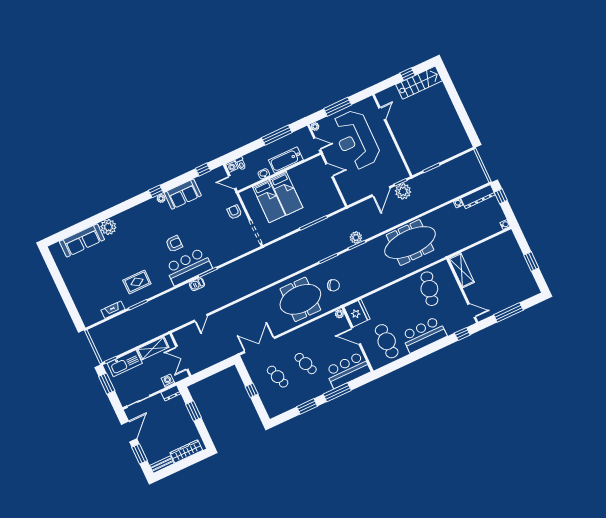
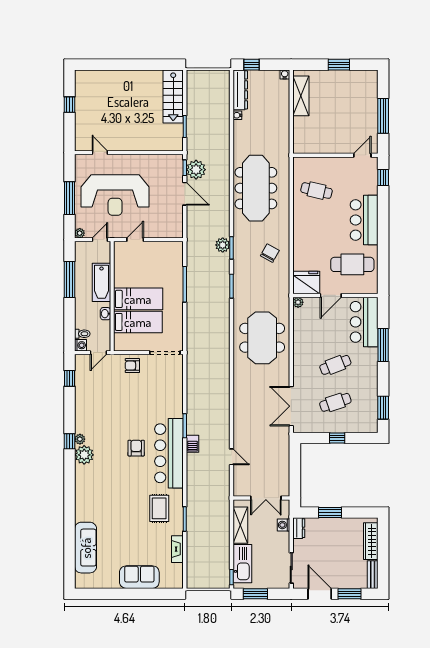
stairs: (419, 83) -> (173, 96), moved, turned 180
sofa: (183, 194) -> (139, 577), moved, turned -90
plant: (108, 227) -> (84, 455), moved
bar counter: (189, 267) -> (169, 453), width x1.36
shelving: (462, 270) -> (301, 96), moved, turned 90
chair: (333, 285) -> (270, 253), moved
cafe table: (429, 289) -> (317, 191), width x0.73, depth x0.74
window: (307, 406) -> (383, 408), moved

